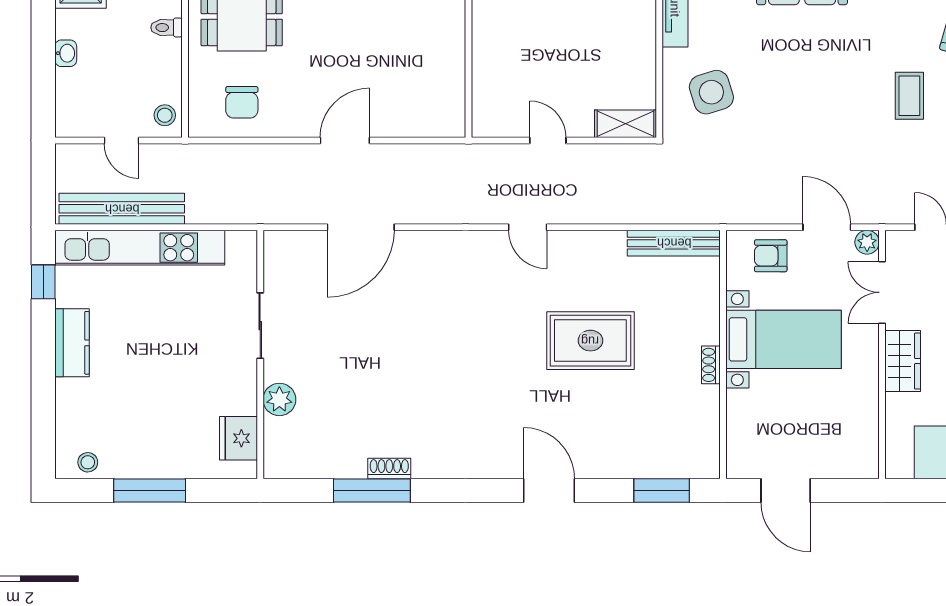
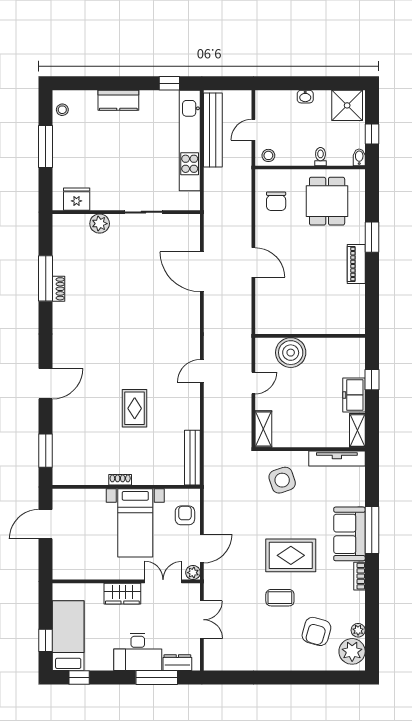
boiler: (497, 78) -> (291, 353), added
rug: (838, 78) -> (291, 555), added
chair: (242, 102) -> (276, 201), turned -90
rug: (590, 341) -> (135, 408), width x0.73, depth x0.70
kitchen counter: (72, 343) -> (118, 100), moved

